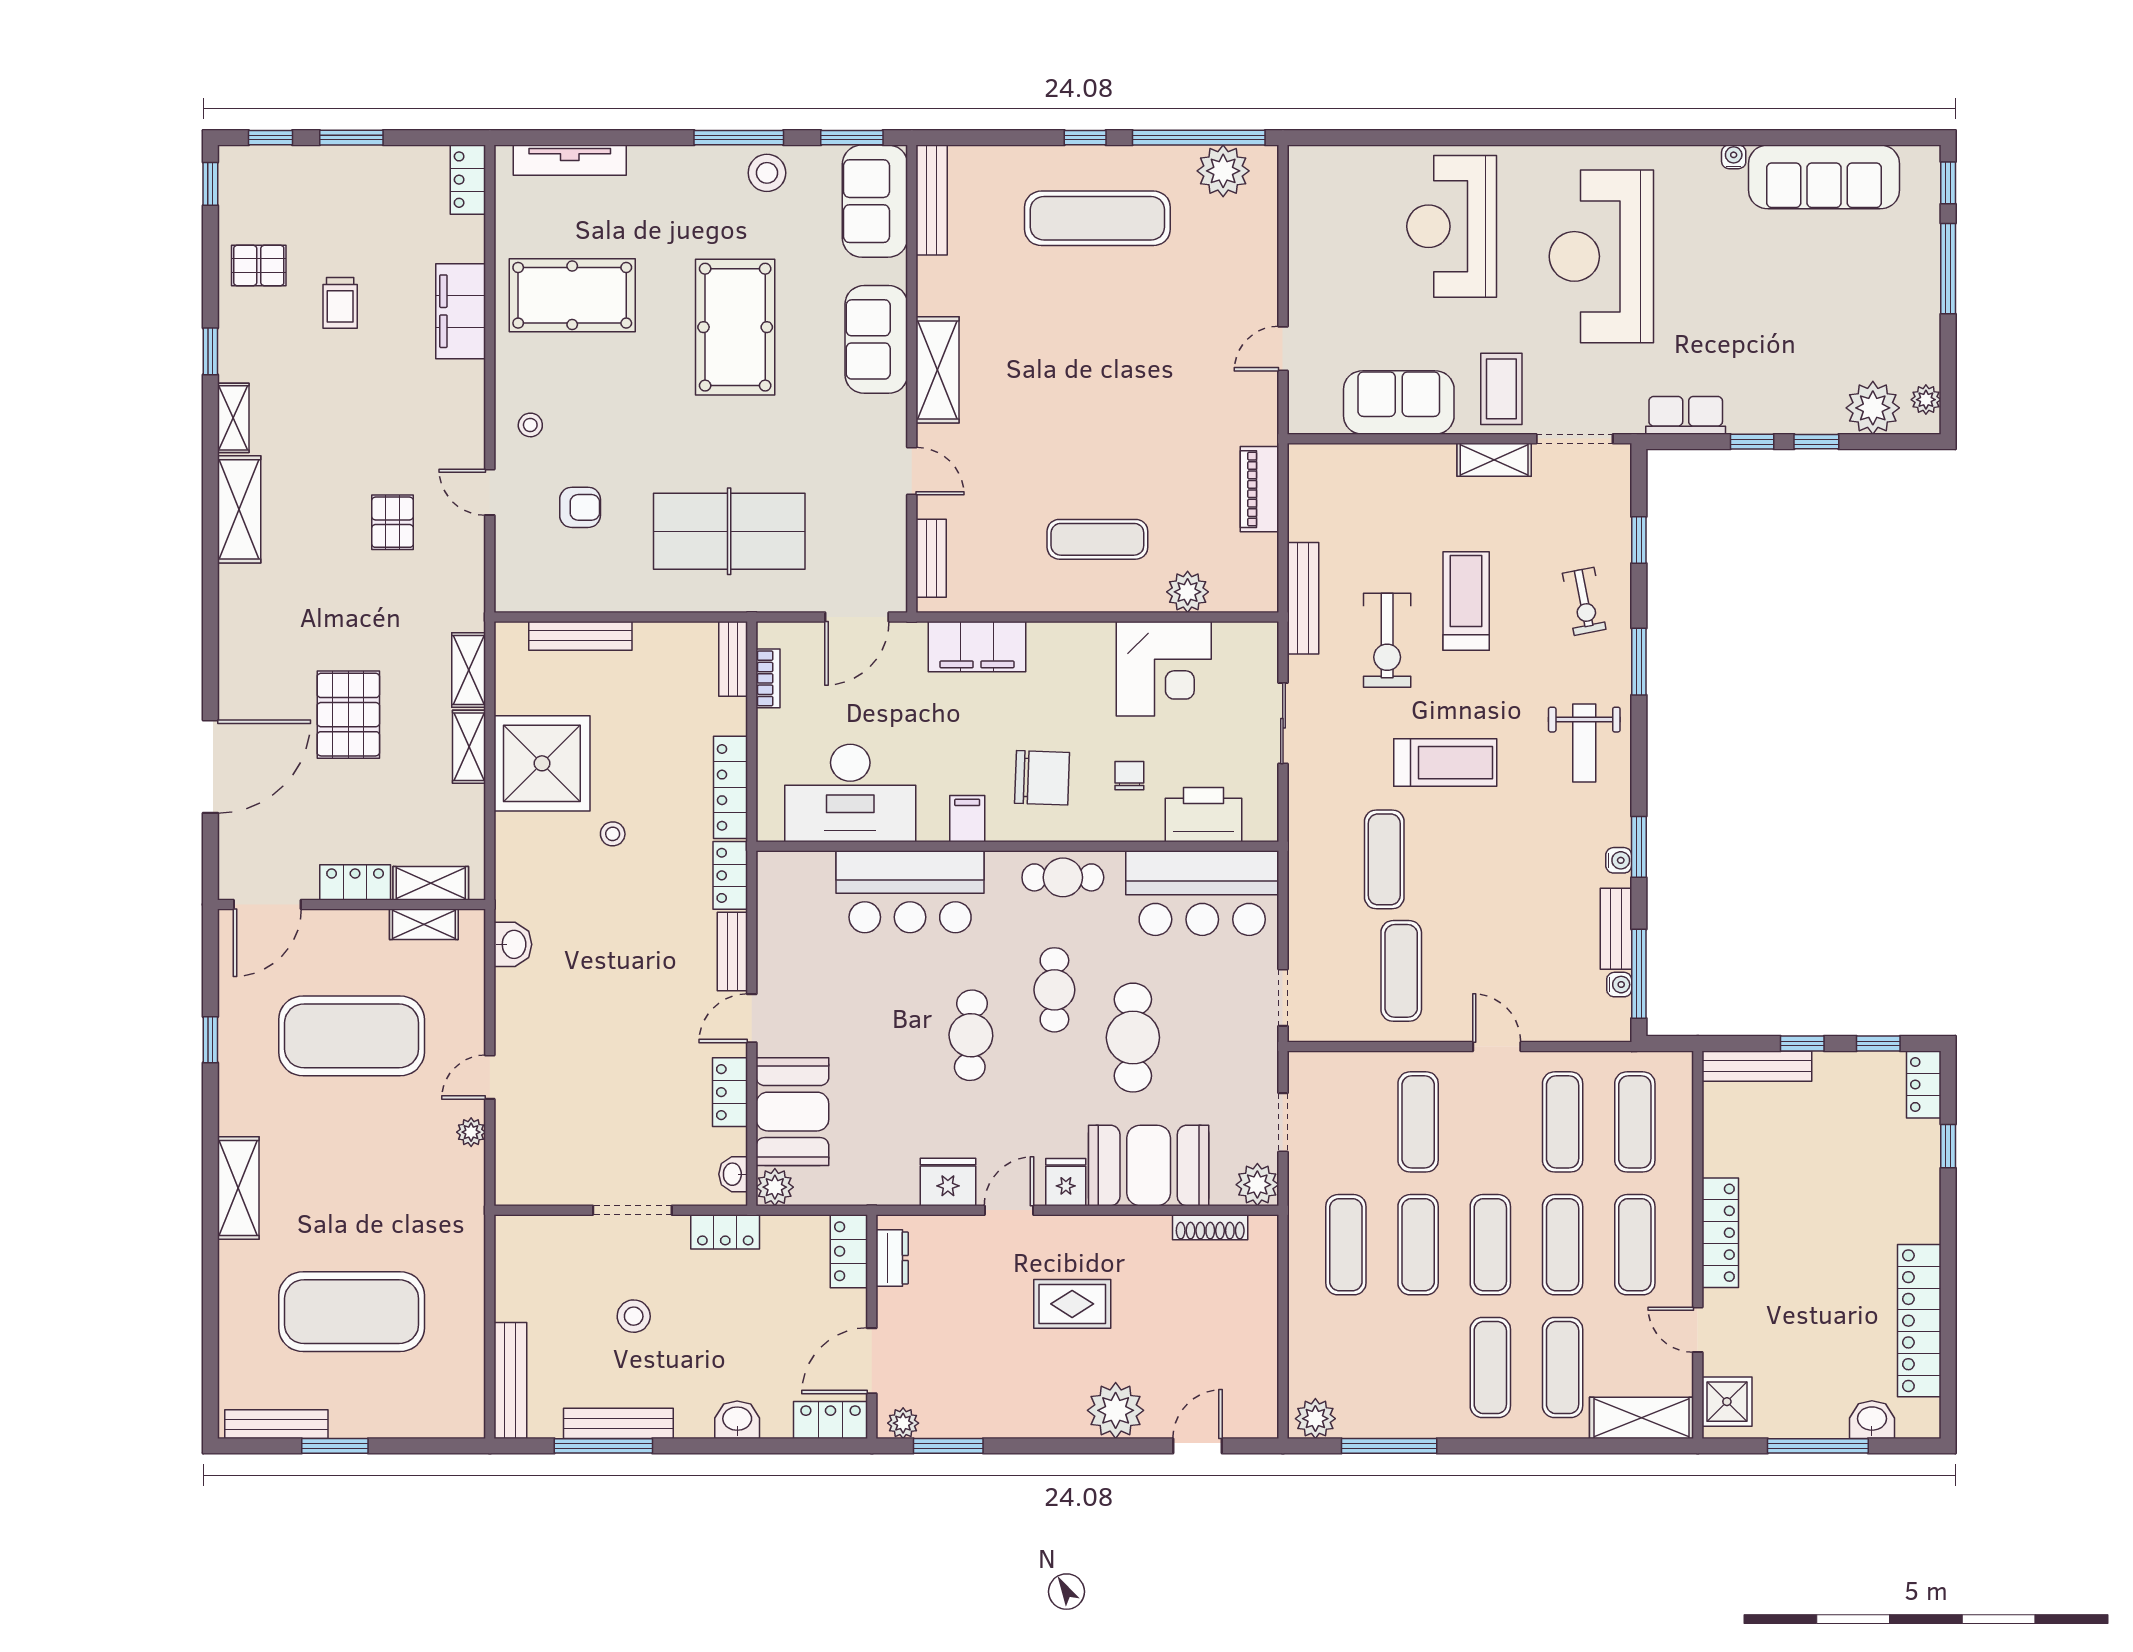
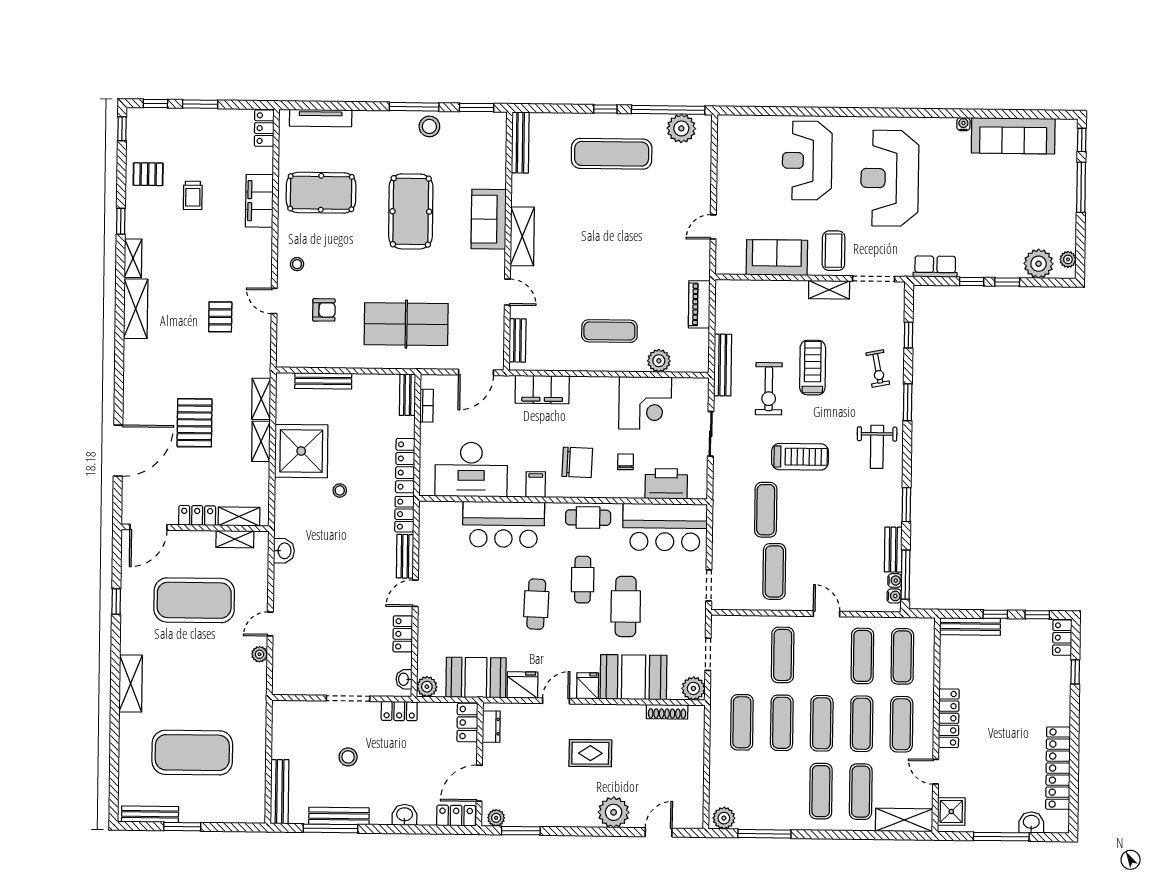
sofa: (875, 201) -> (489, 143), removed
water cooler: (1619, 860) -> (894, 596), moved
booth: (792, 1112) -> (476, 678), moved, turned 90

